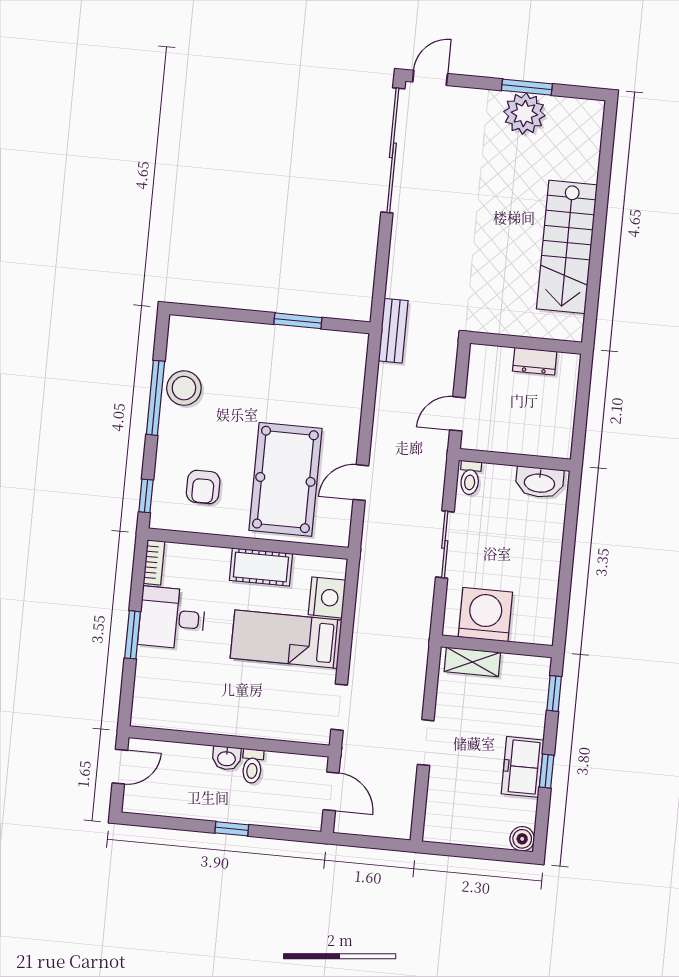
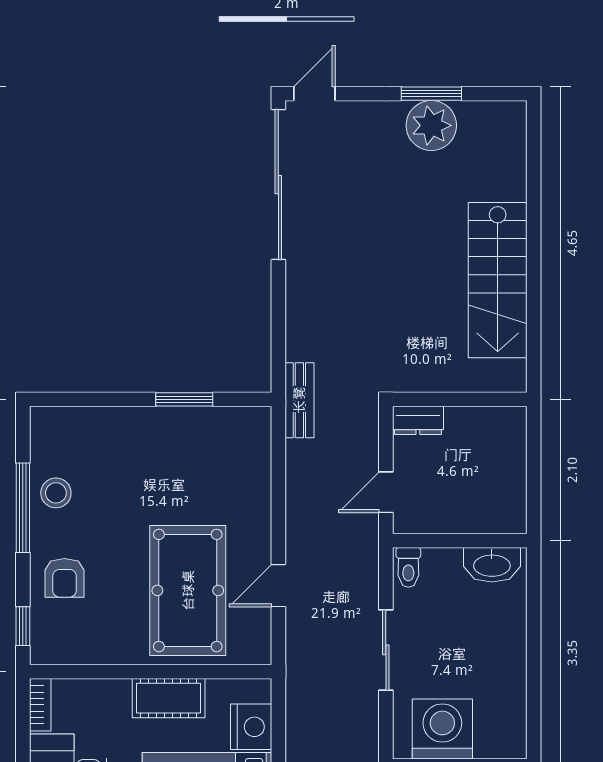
dresser: (535, 361) -> (418, 420), moved
stool: (184, 388) -> (56, 493), width x0.73, depth x0.73
armchair: (203, 487) -> (65, 578), moved

